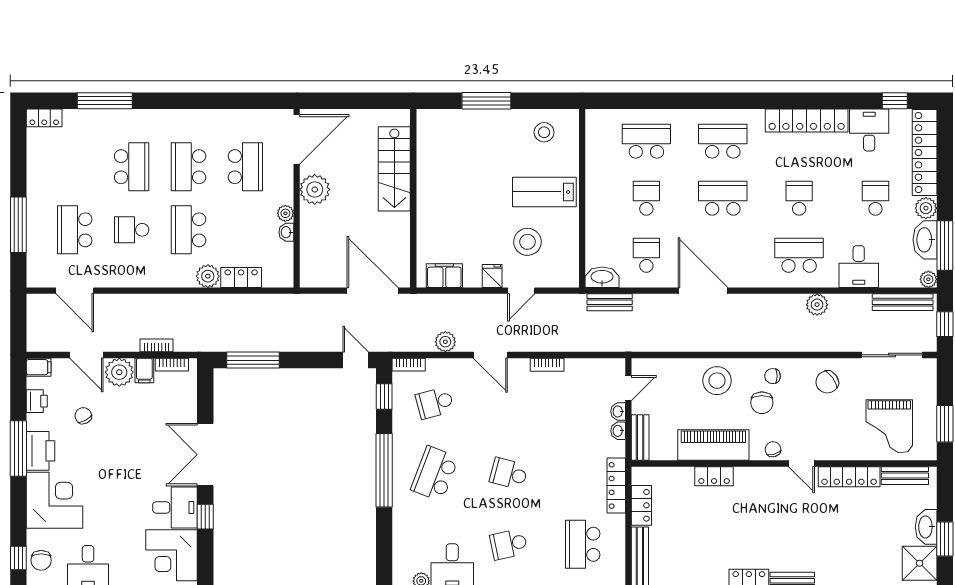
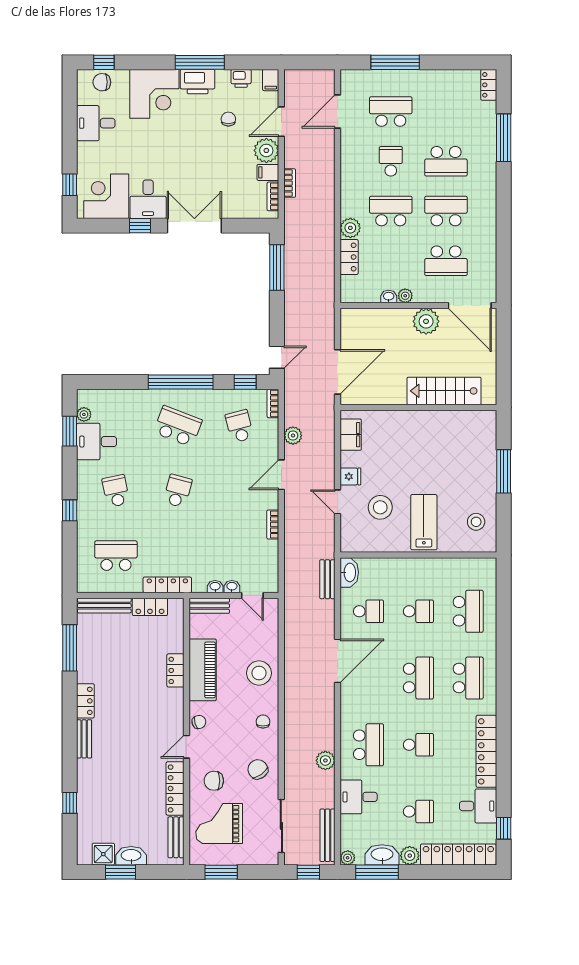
chair: (762, 403) -> (214, 781), moved
chair: (83, 416) -> (228, 119), turned -62
shower: (920, 563) -> (103, 854), width x0.73, depth x0.73

